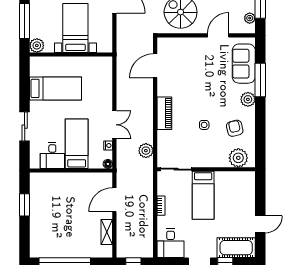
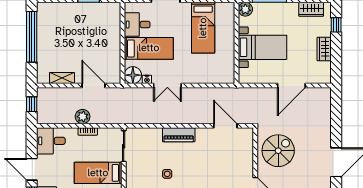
plant: (146, 151) -> (83, 117), moved
floor lamp: (108, 164) -> (133, 75), width x1.89, depth x1.89

